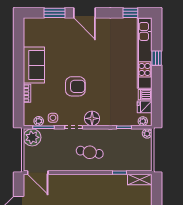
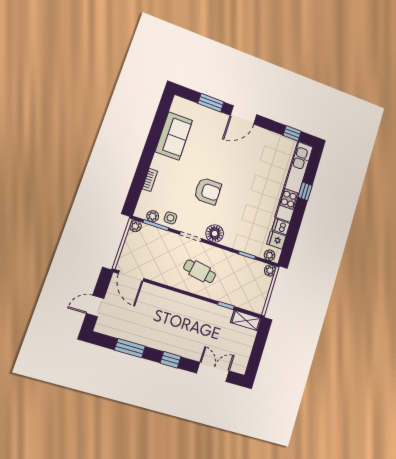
door: (84, 13) -> (244, 115), hinge flipped
sofa: (34, 65) -> (174, 136), moved
plant: (32, 137) -> (135, 226), width x0.53, depth x0.53

